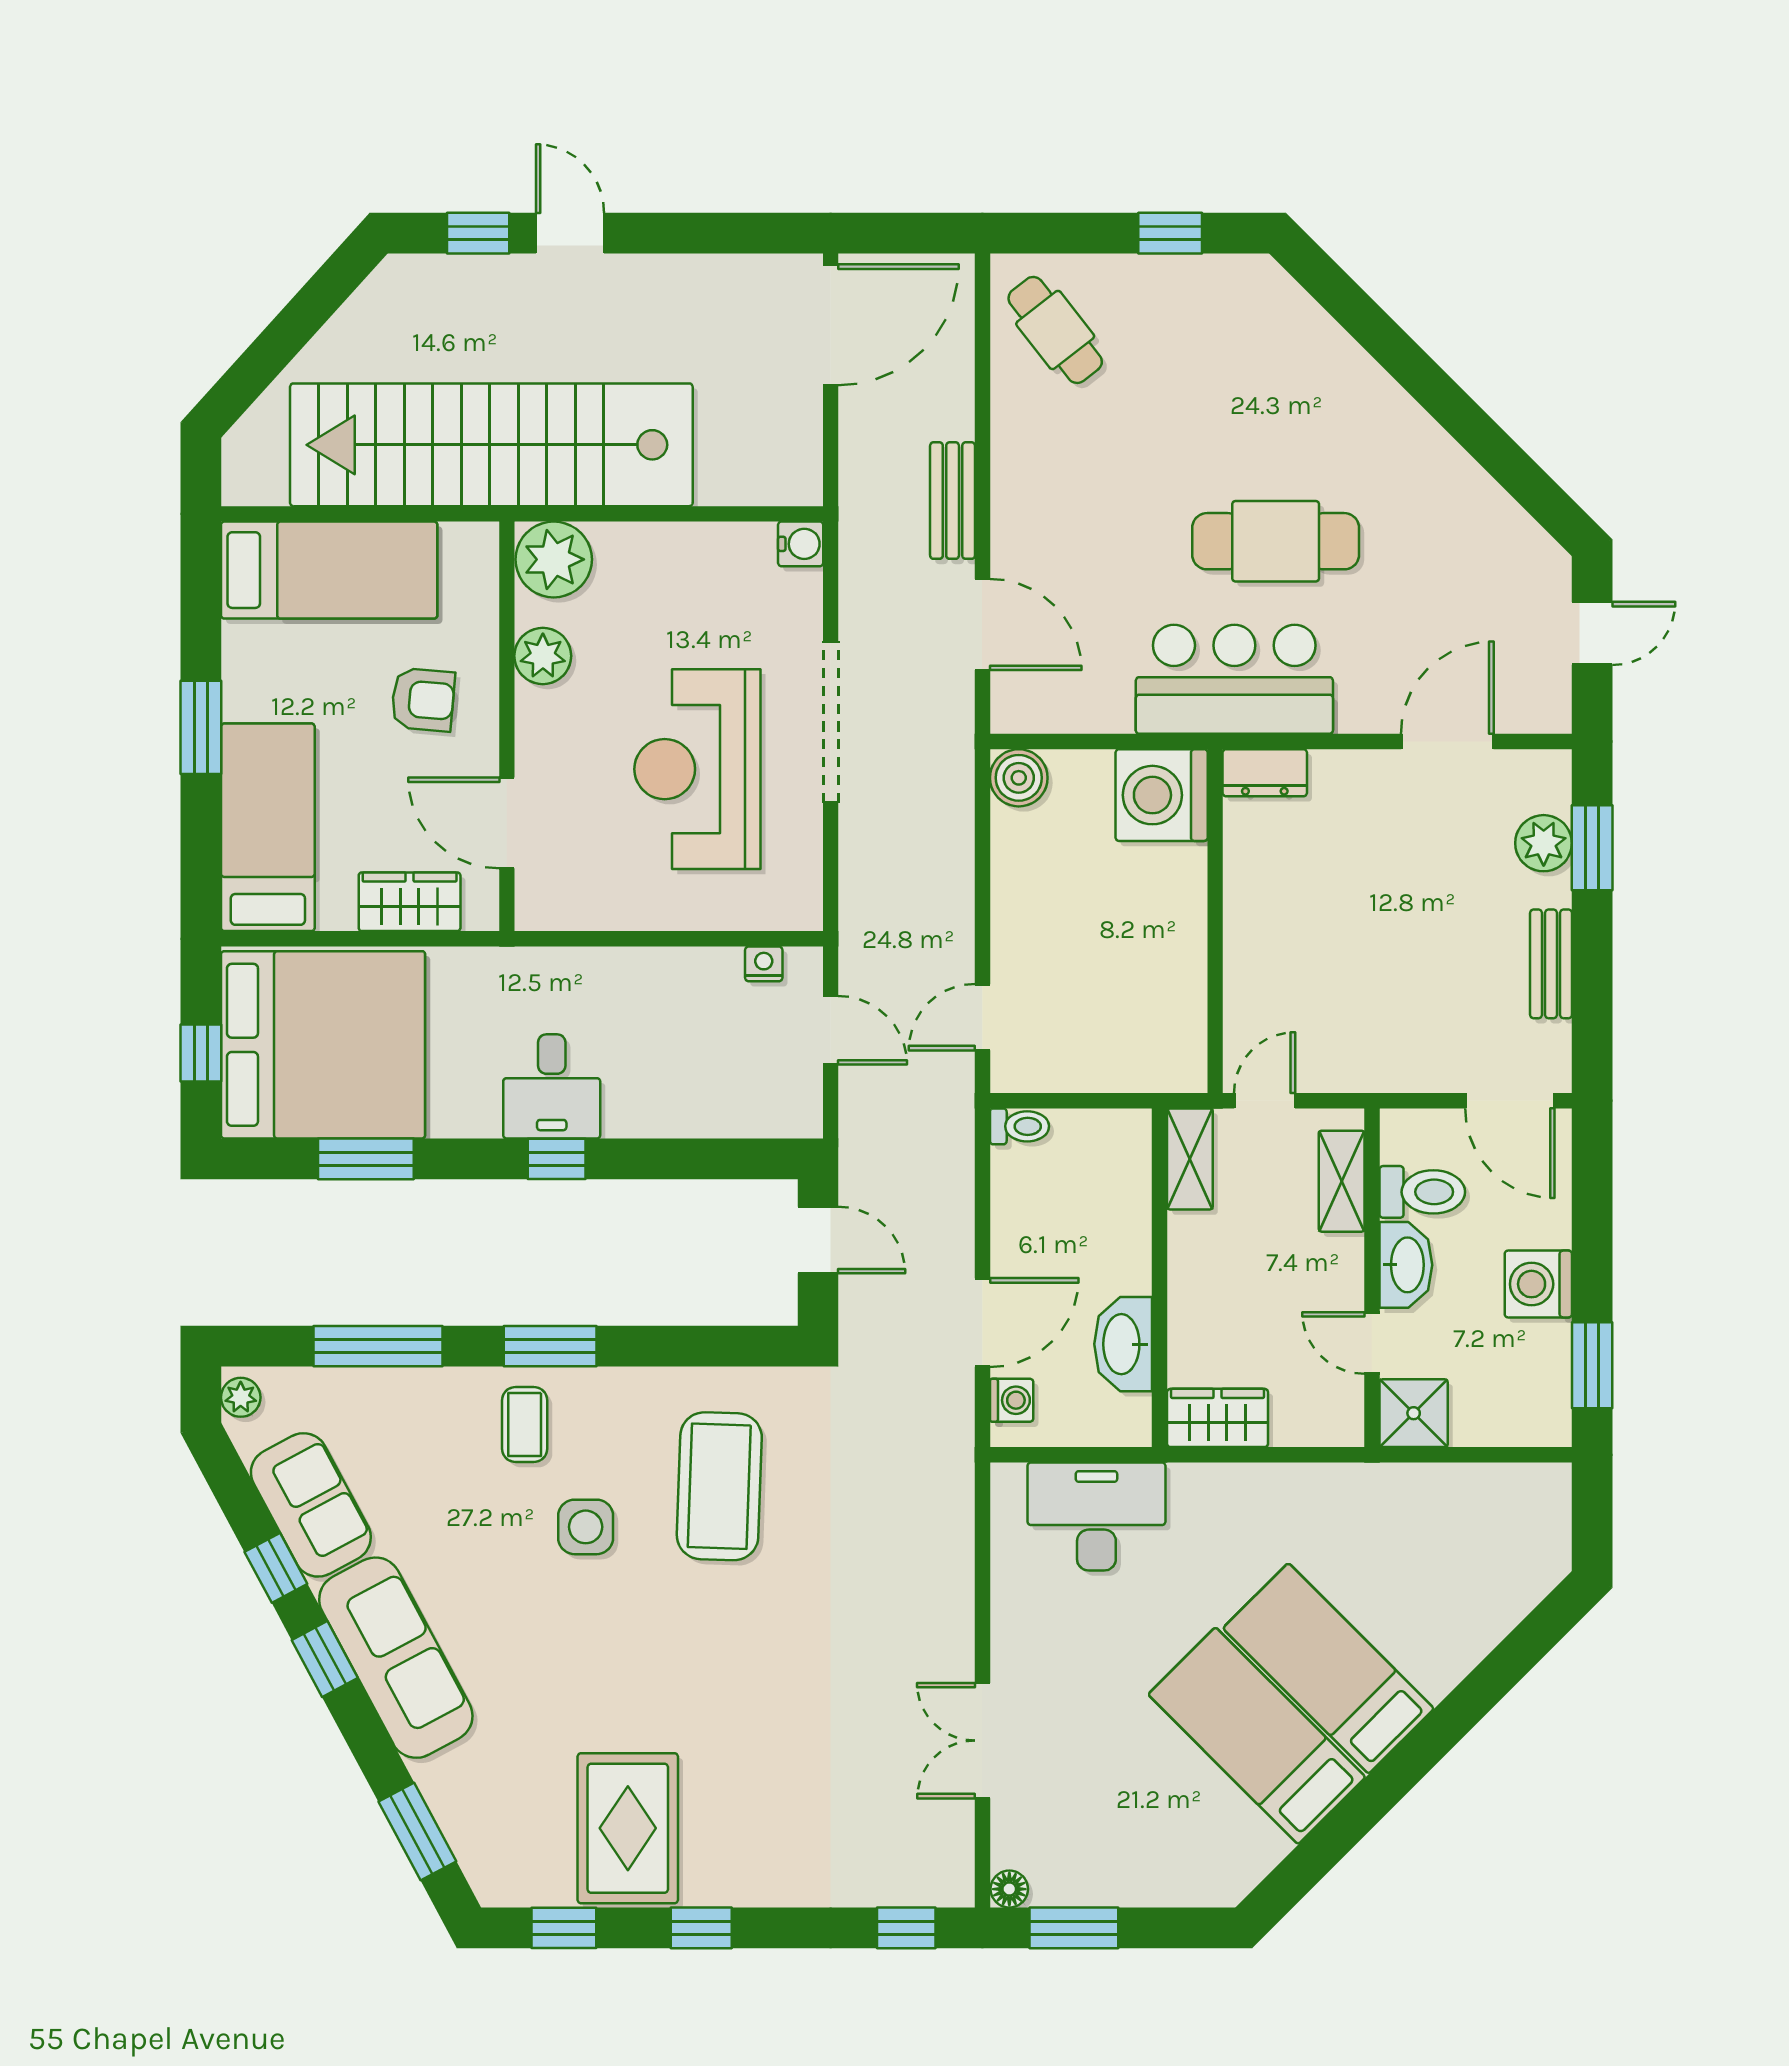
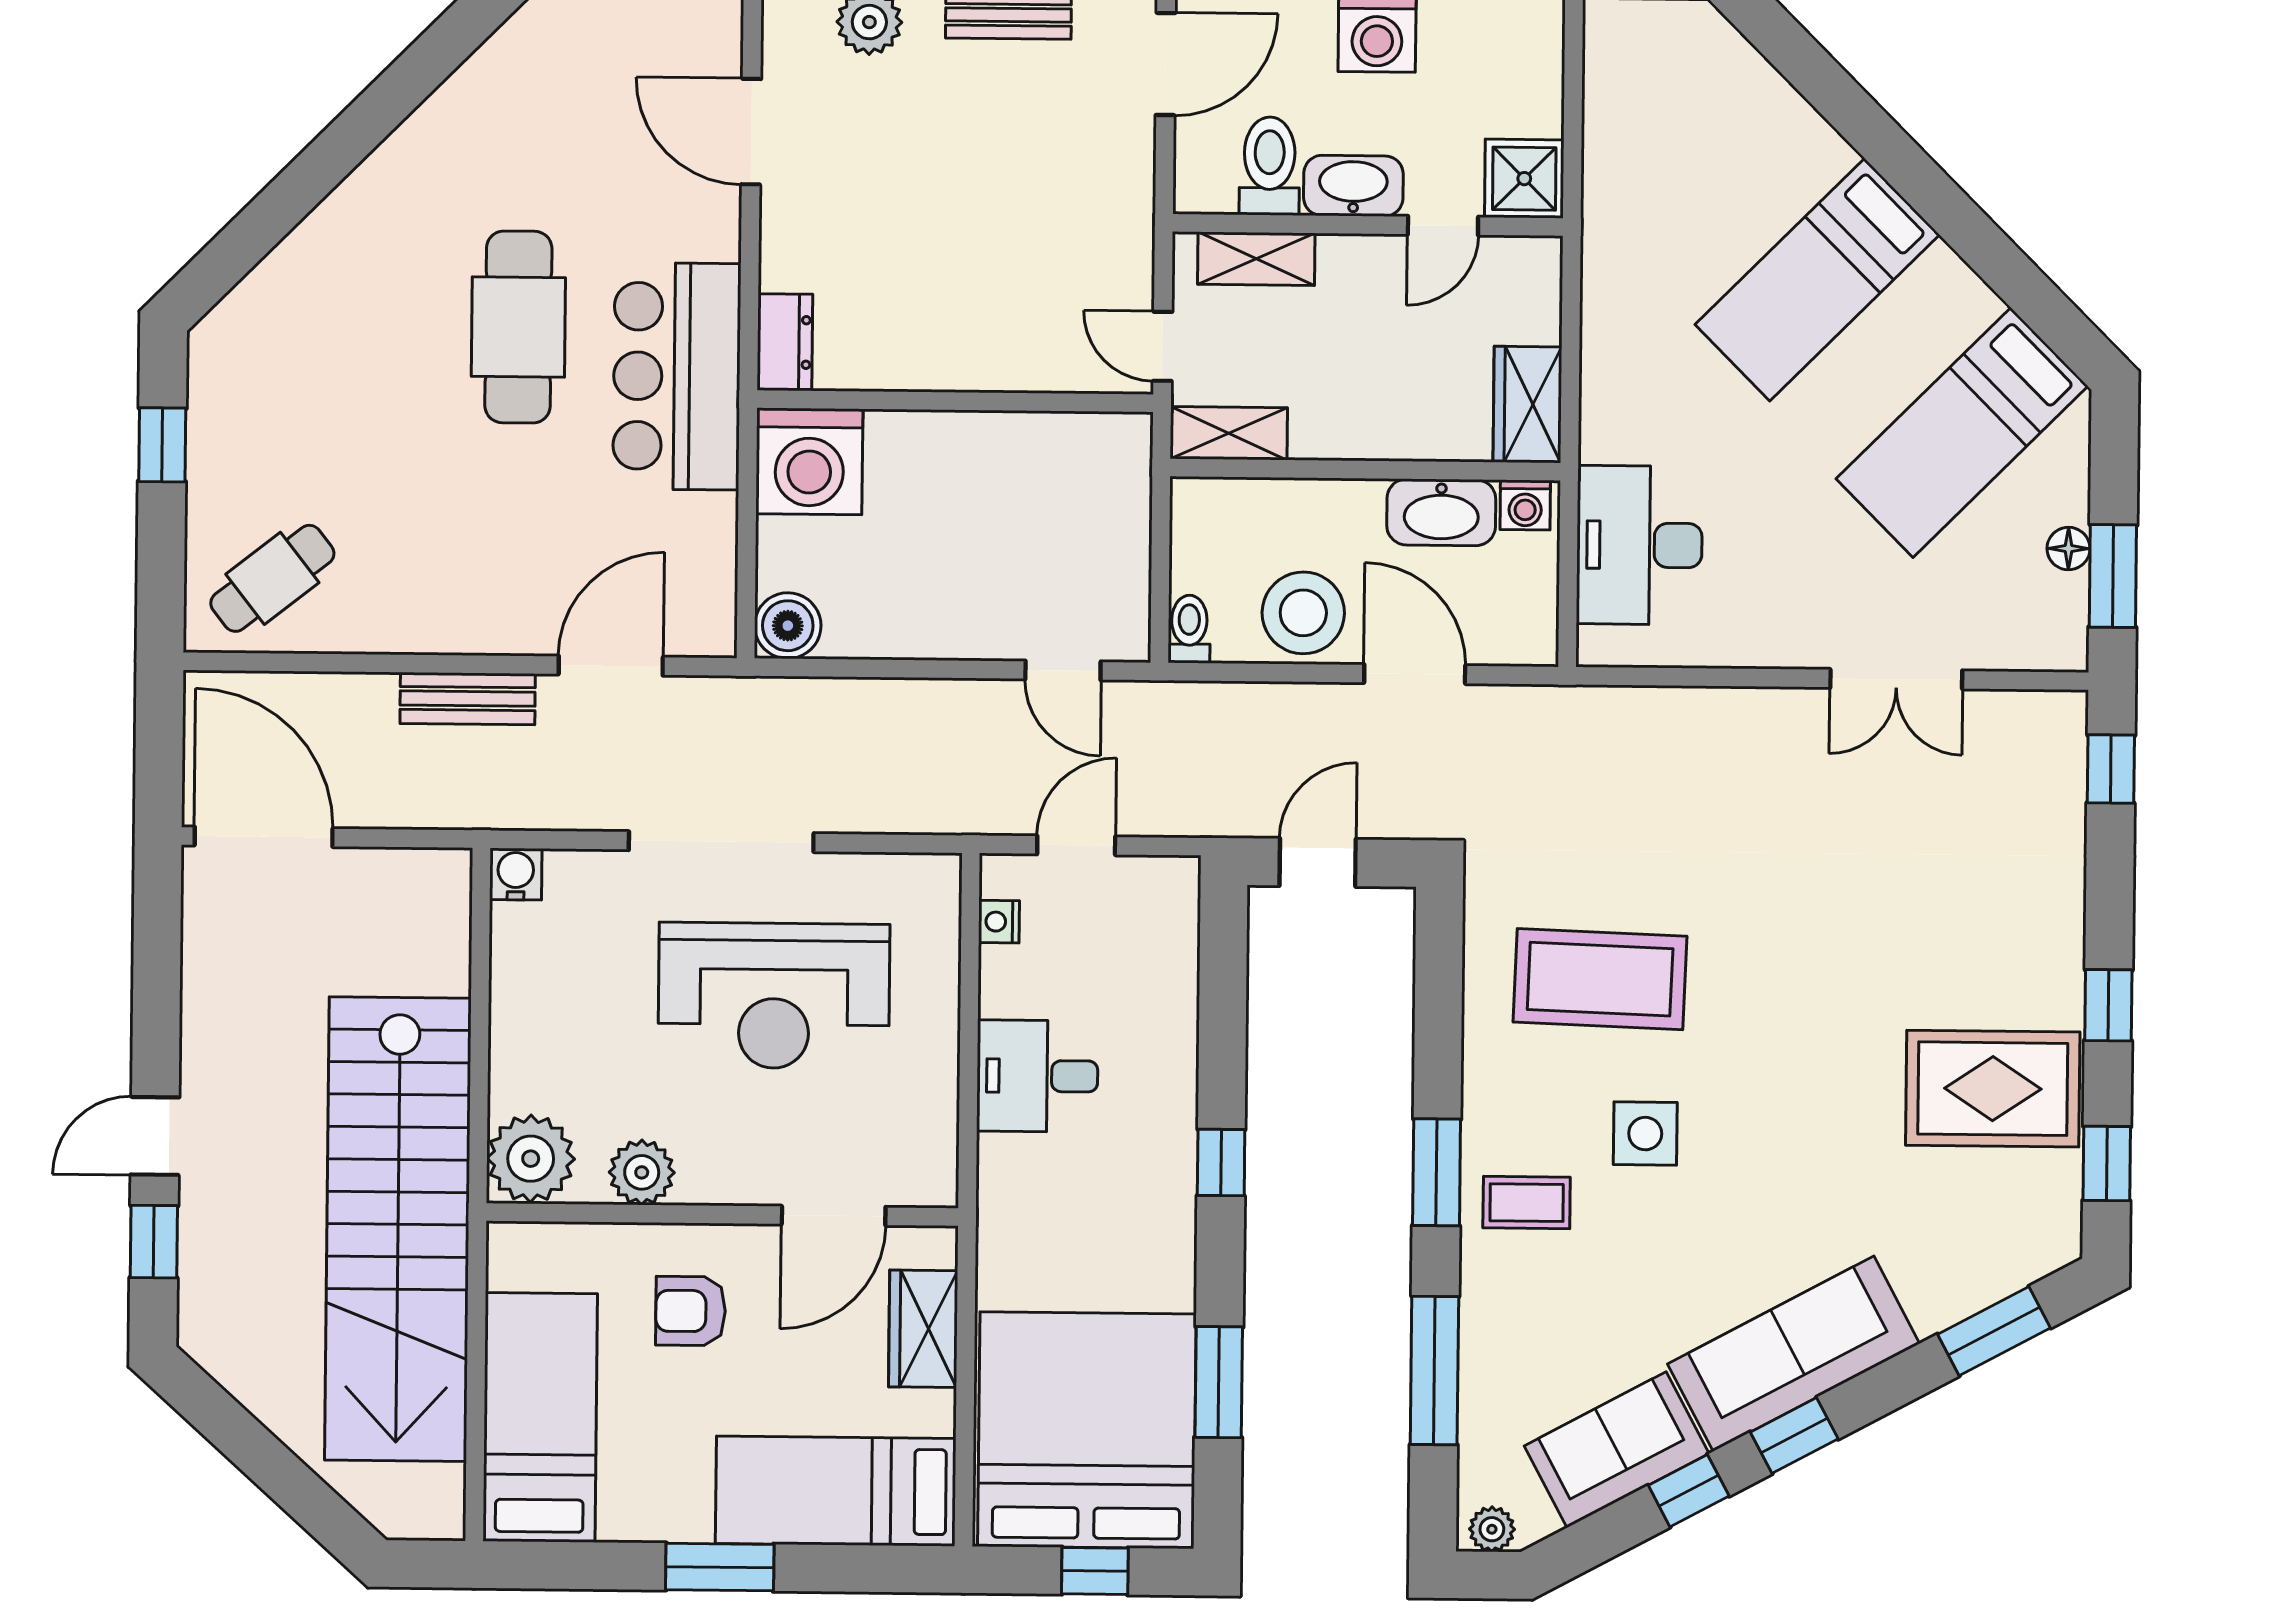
armchair: (423, 700) -> (691, 1311), turned -95
desk: (552, 1086) -> (1037, 1076), moved, turned 180
stool: (1035, 1225) -> (1303, 613), added
washing machine: (1012, 1400) -> (1525, 505), moved, turned 180
bed: (1257, 1736) -> (1962, 433), moved
floor lamp: (1009, 1889) -> (2068, 549), moved

